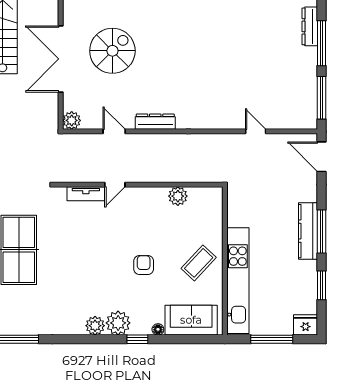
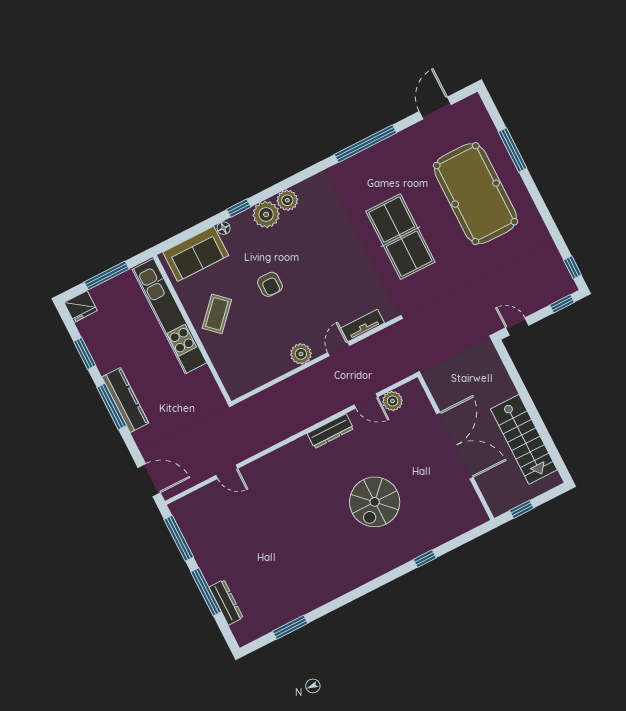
spiral stairs: (112, 51) -> (375, 502), moved
plant: (72, 120) -> (392, 401), moved
plant: (178, 196) -> (301, 354), moved

